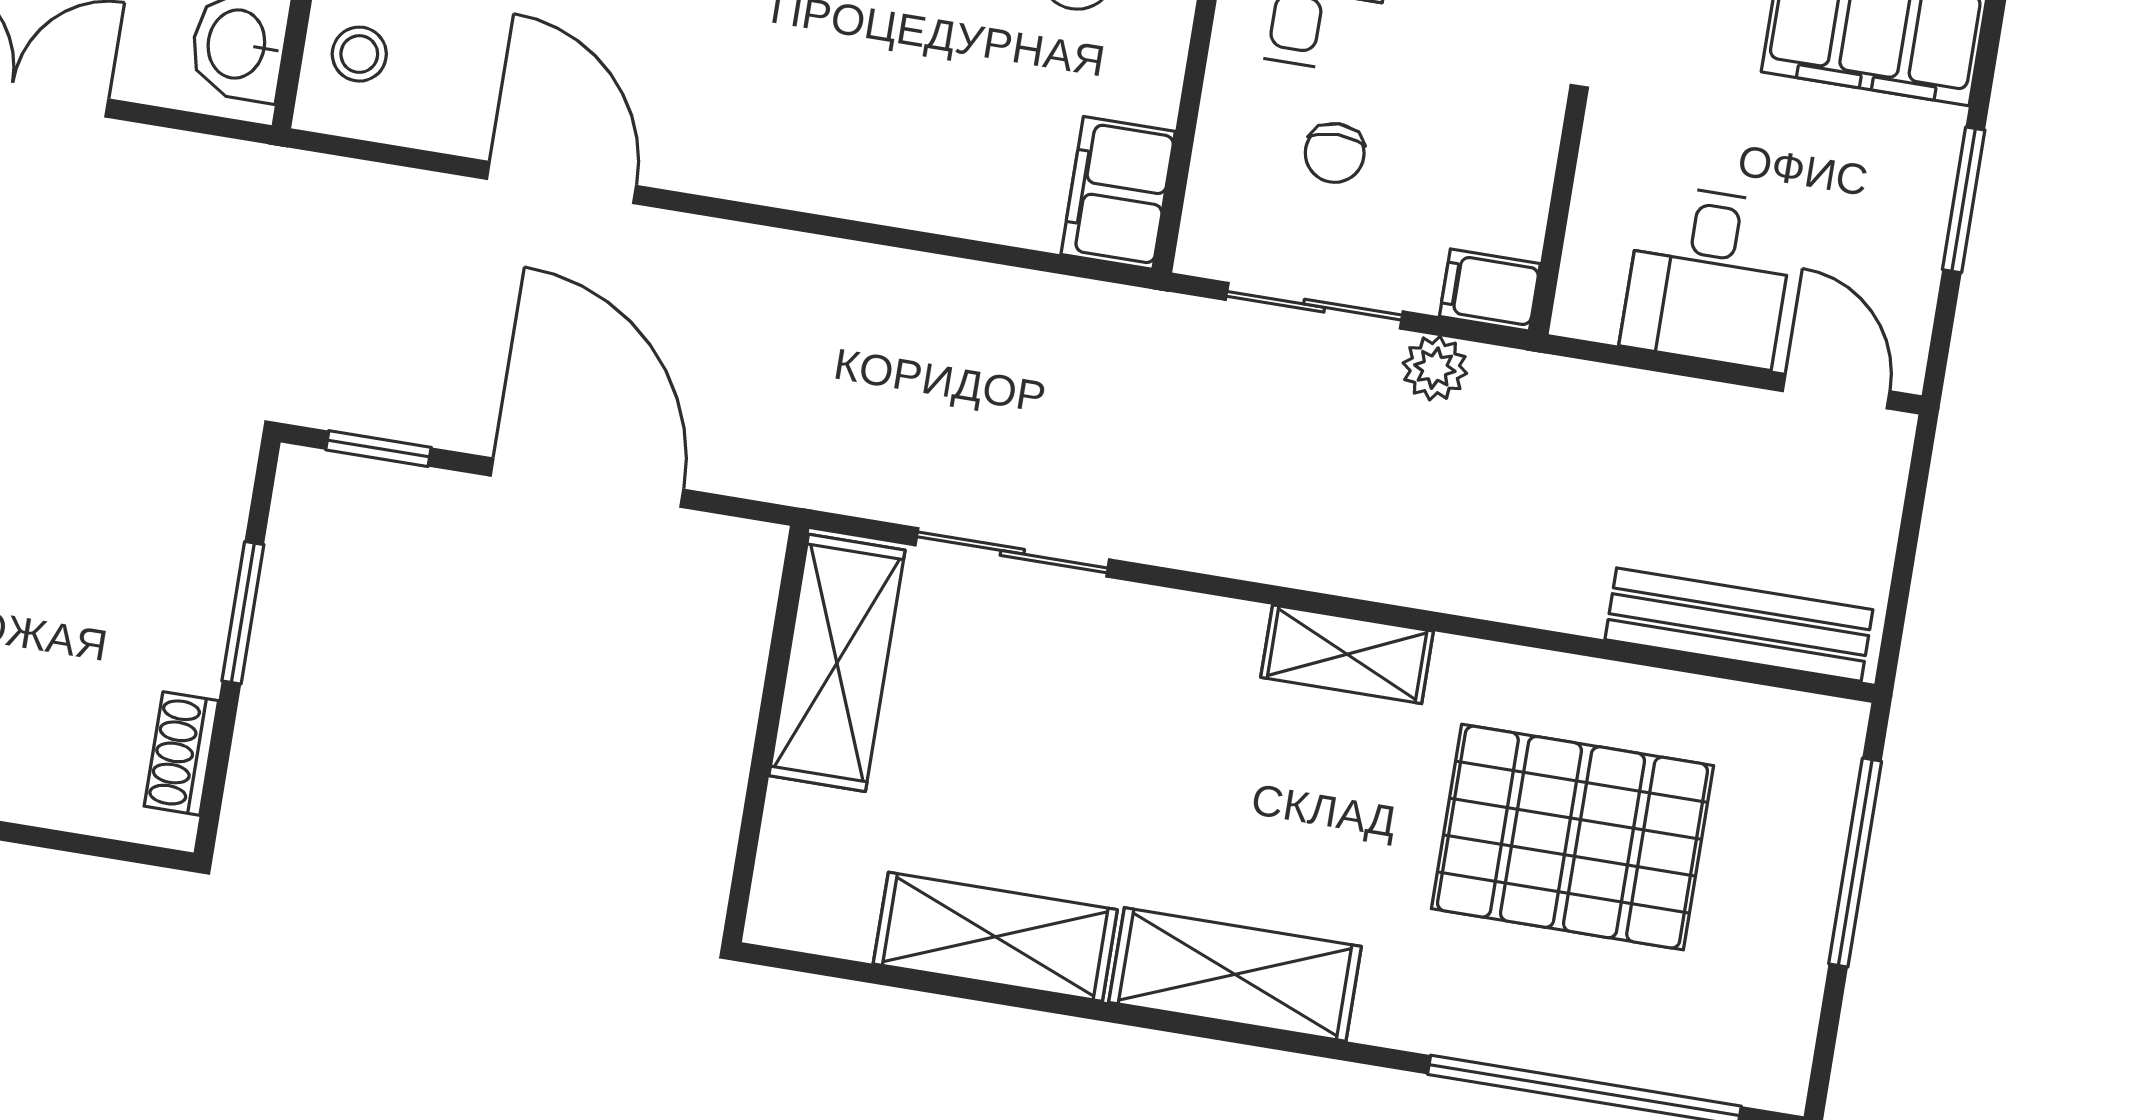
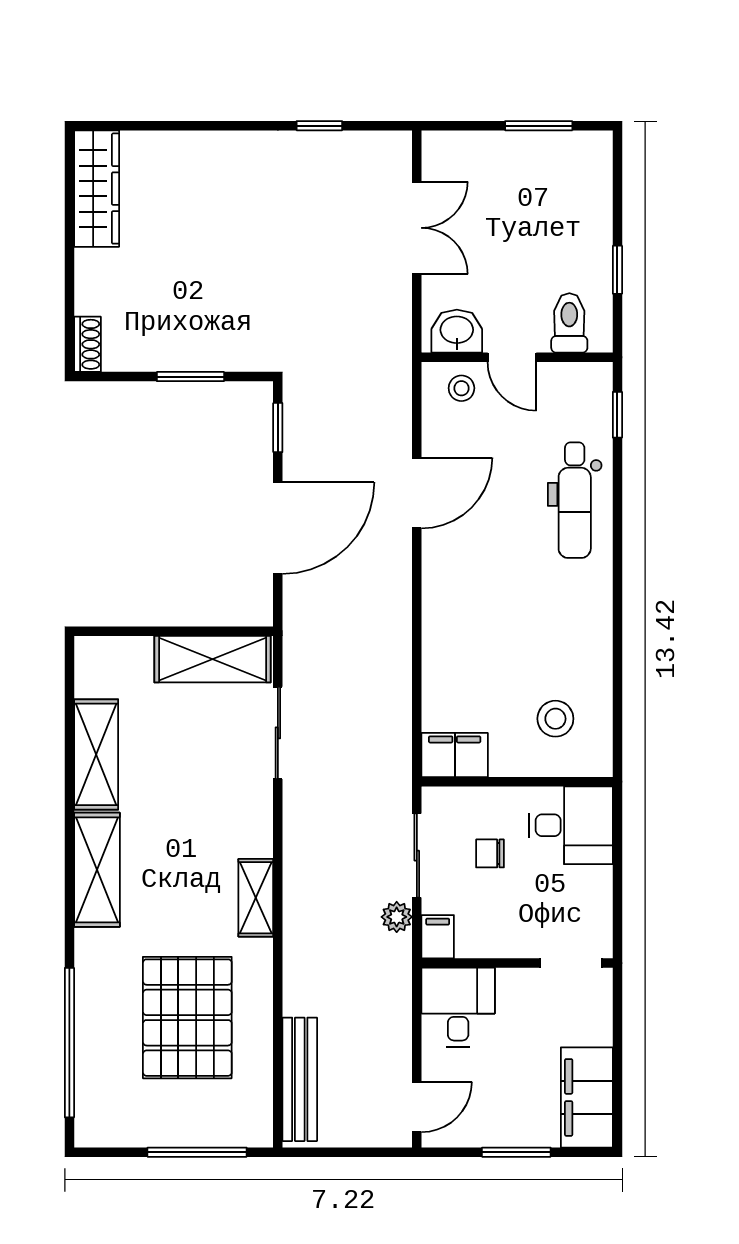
desk: (1708, 276) -> (458, 1007), moved, turned 90
shoe rack: (181, 753) -> (88, 344), moved, turned 90

